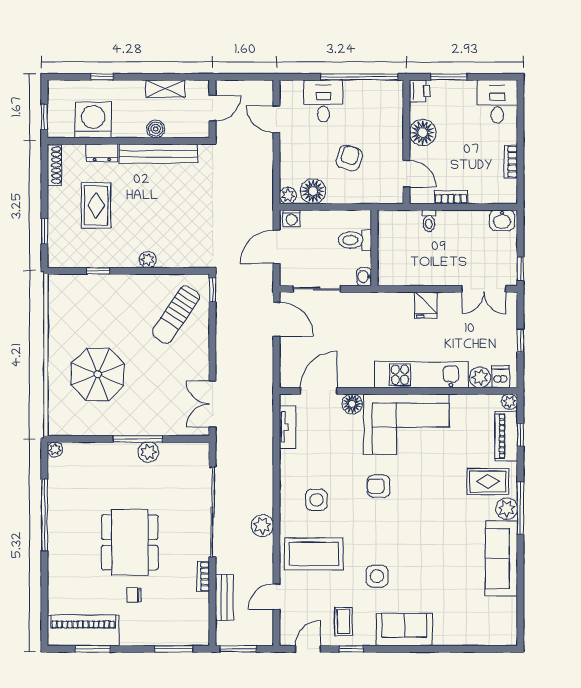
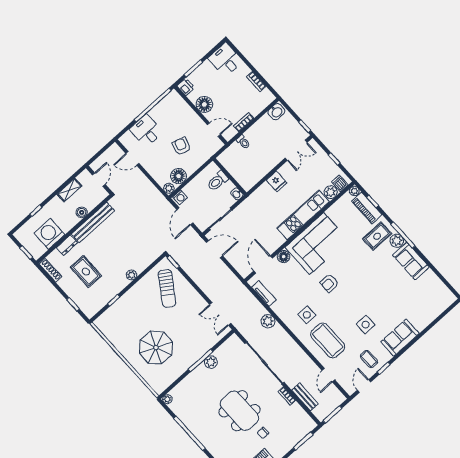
plant: (262, 526) -> (268, 321), moved
coffee table: (314, 554) -> (328, 340), turned 90
sofa: (501, 559) -> (411, 261), width x0.73

